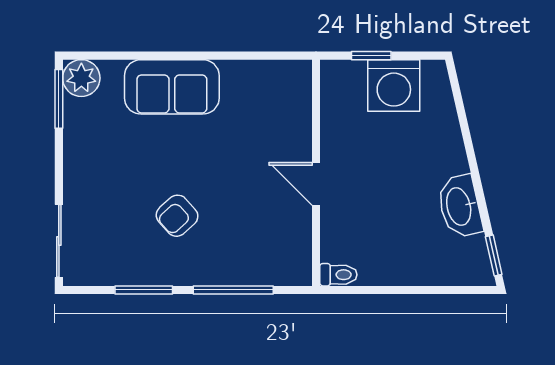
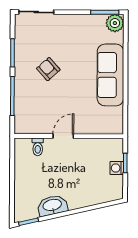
washing machine: (394, 85) -> (117, 168), width x0.53, depth x0.53
sofa: (172, 87) -> (110, 75), width x1.36
toilet: (338, 275) -> (38, 147), moved

